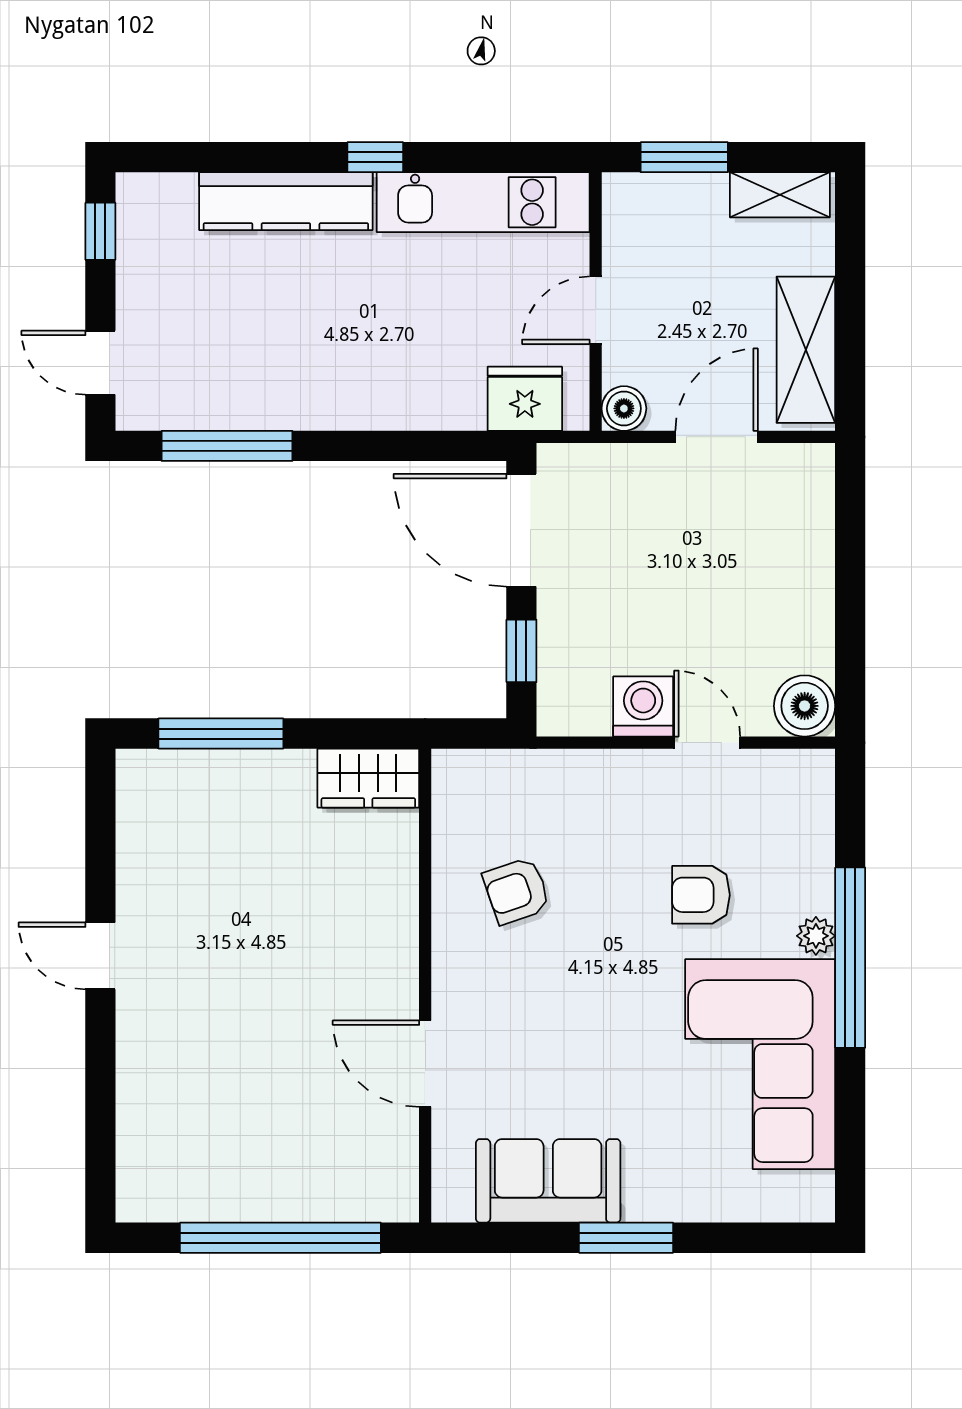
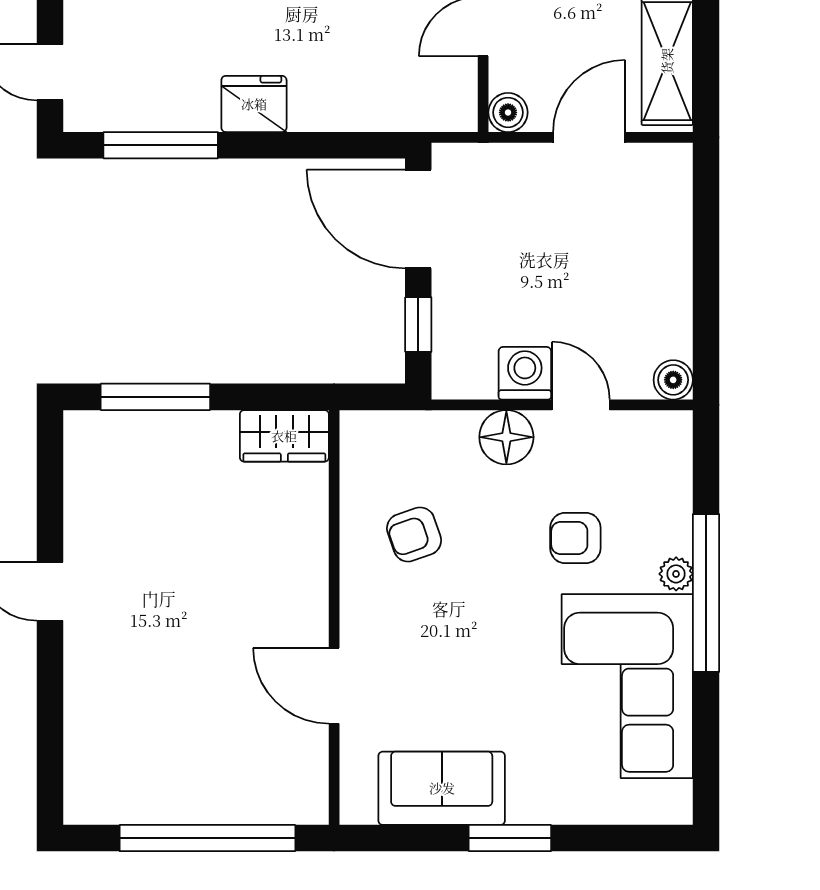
fridge: (525, 399) -> (254, 104), moved
boiler: (805, 706) -> (673, 380), width x0.73, depth x0.73
floor lamp: (622, 780) -> (506, 437), added

